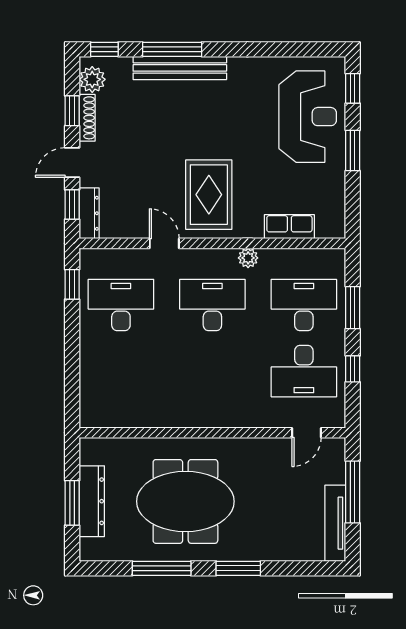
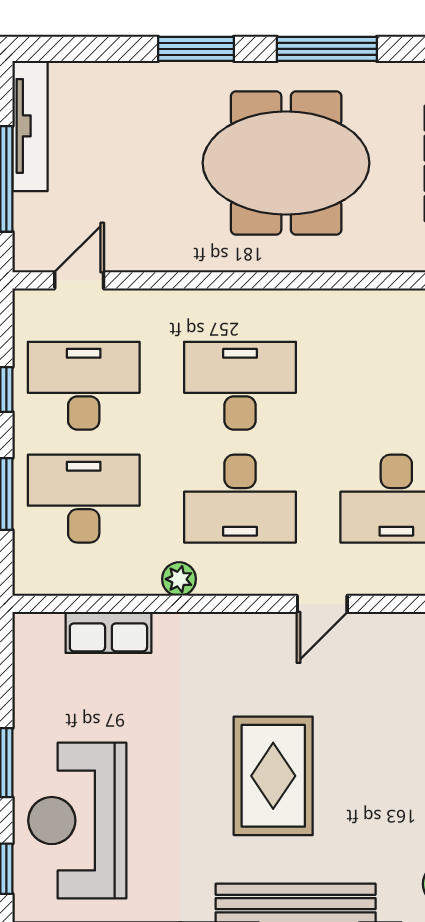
rug: (209, 195) -> (273, 776), moved
door: (164, 243) -> (322, 604), hinge flipped
desk: (304, 305) -> (84, 499), turned 180
desk: (212, 371) -> (240, 386), added

